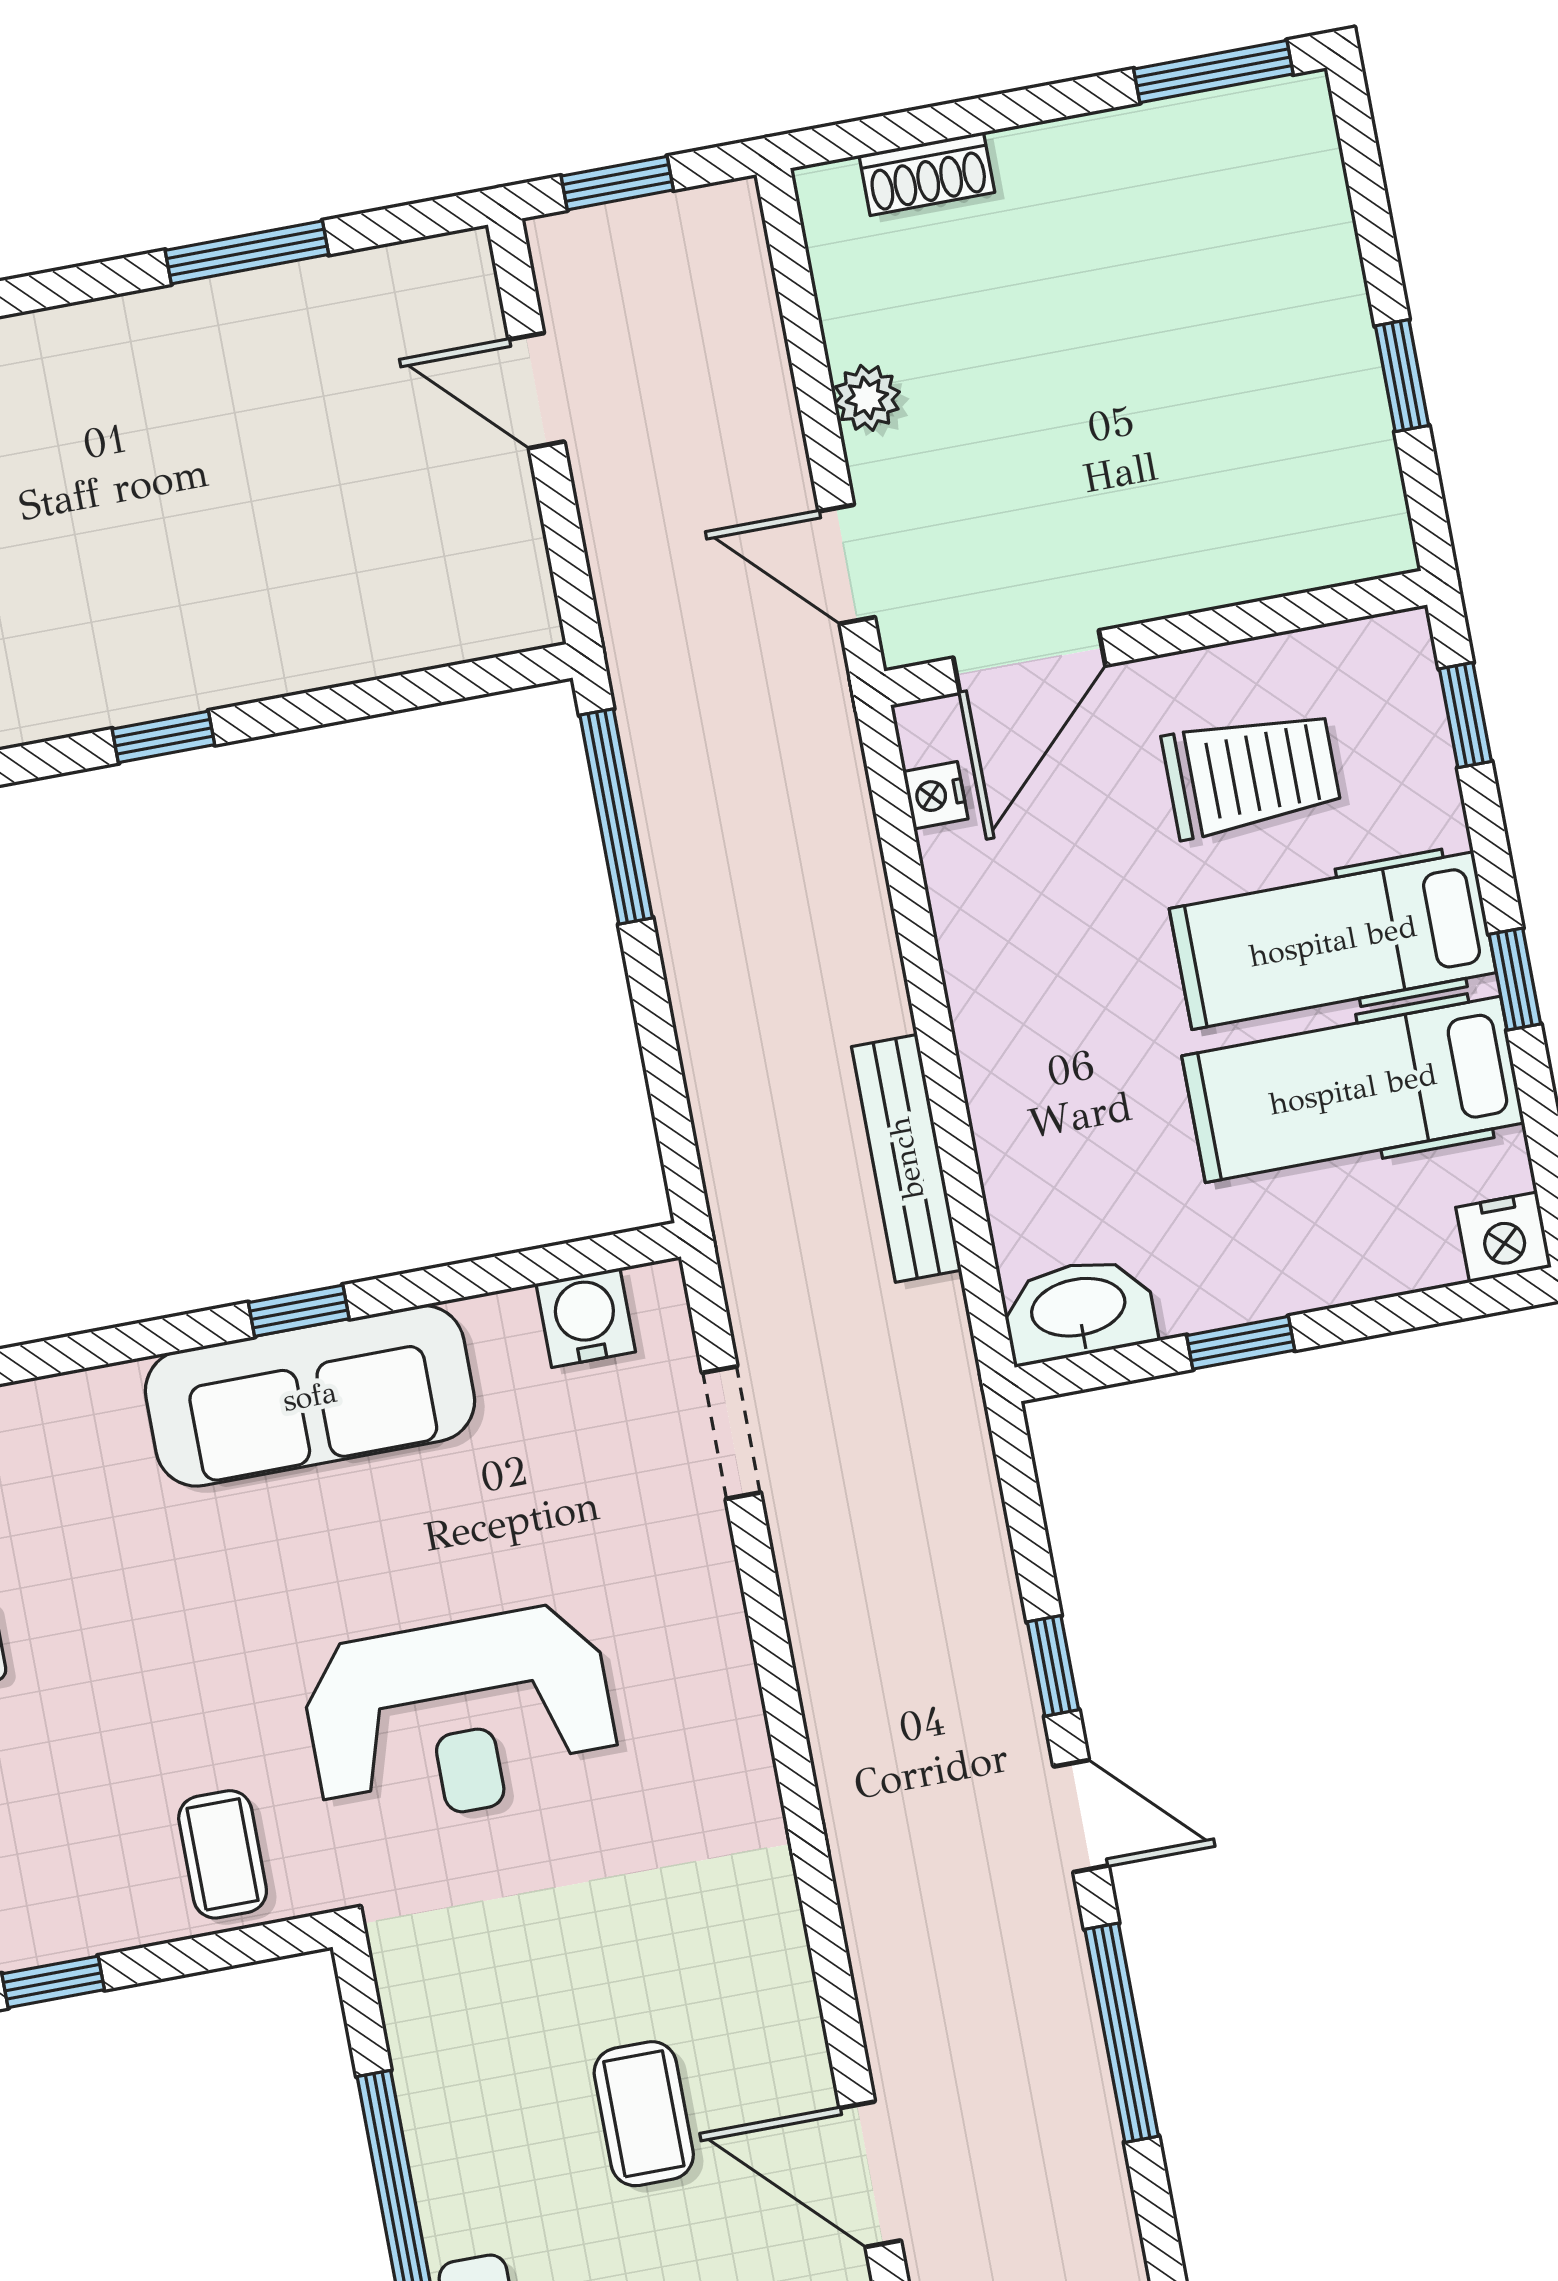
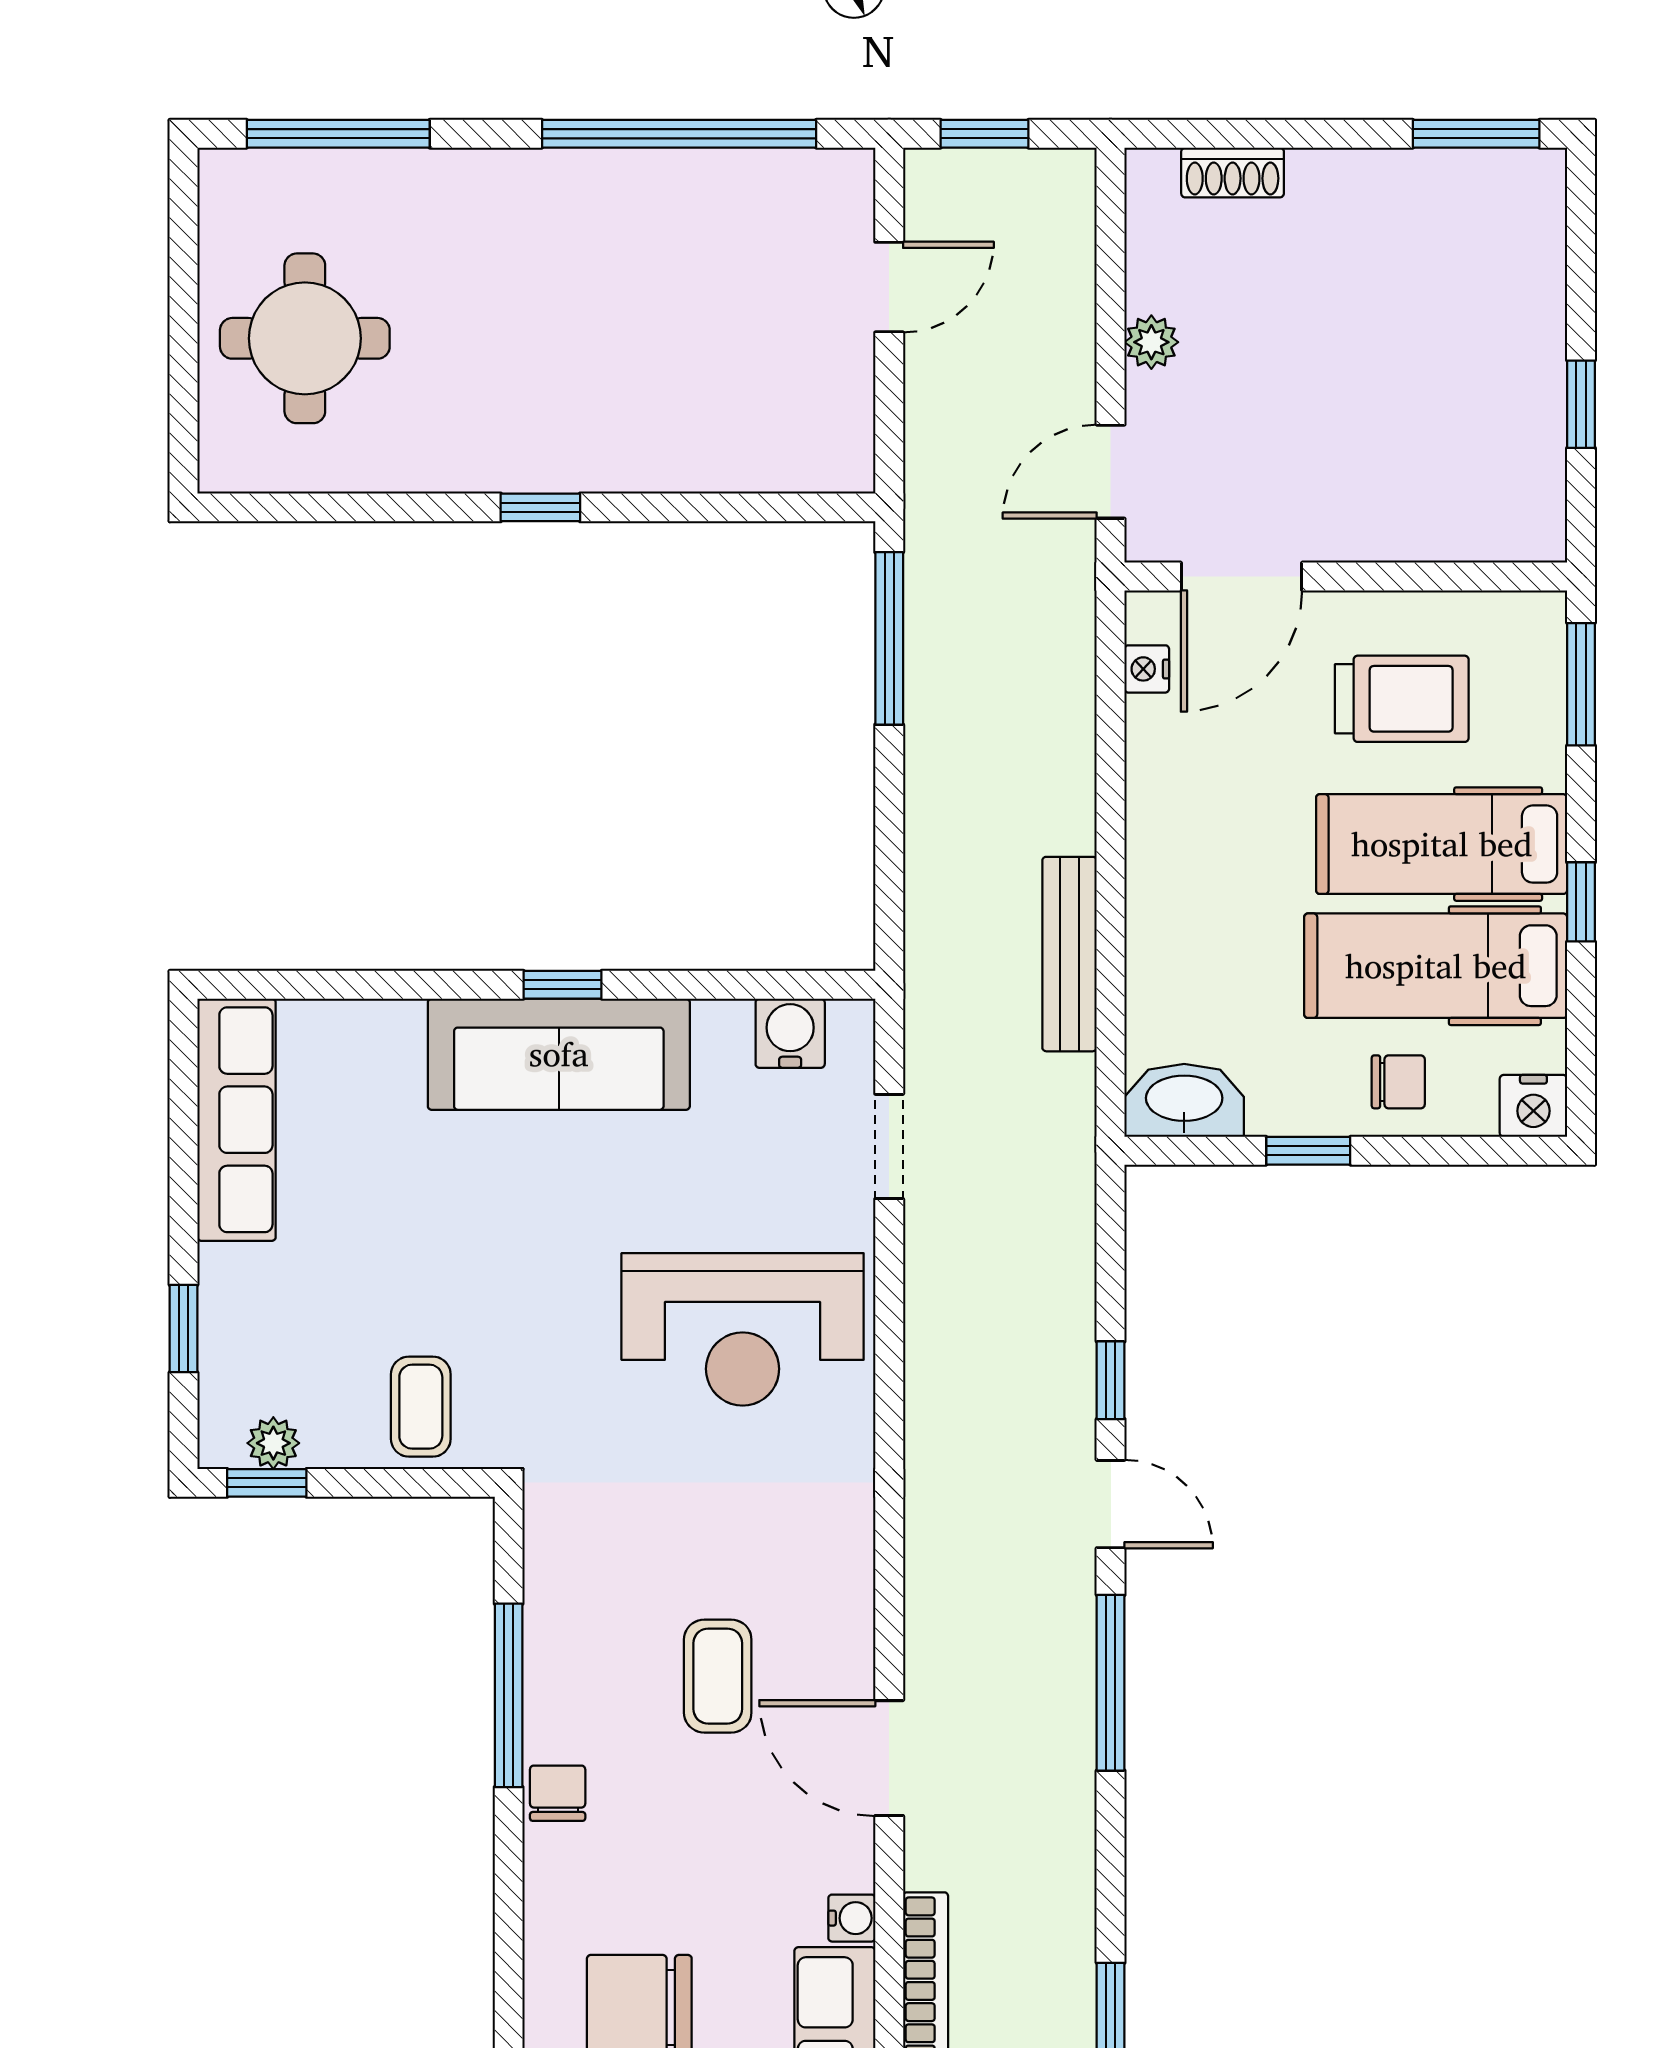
window: (247, 252) -> (679, 134), width x2.11
door: (536, 391) -> (889, 287), swing flipped
door: (847, 564) -> (1111, 472), hinge flipped
window: (1465, 715) -> (1581, 684), width x1.50
chair: (1334, 1239) -> (1398, 1082), added
reception desk: (460, 1717) -> (743, 1329), moved
plant: (52, 1932) -> (273, 1443), added

